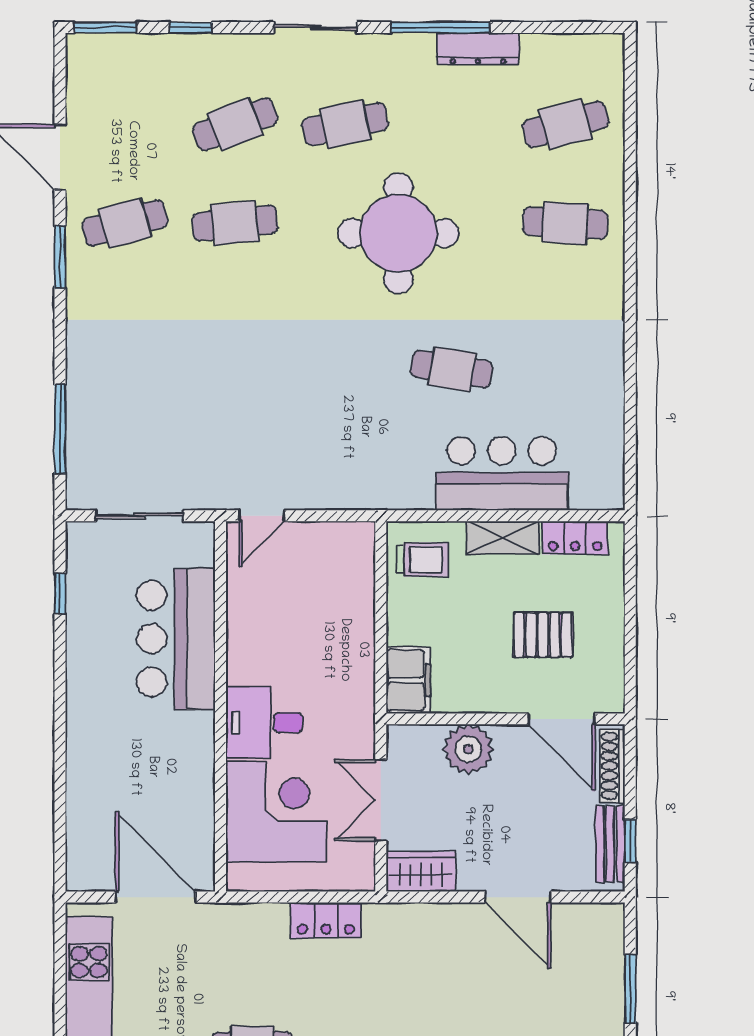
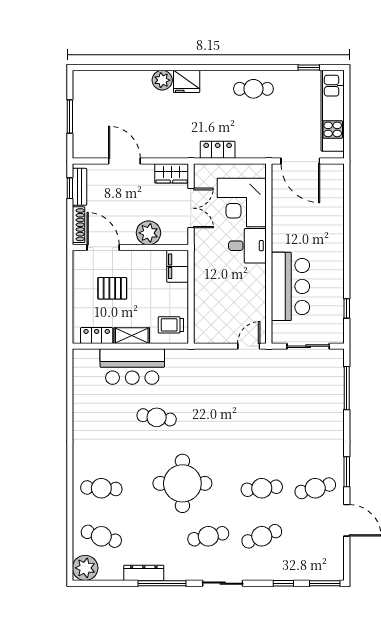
plant: (599, 59) -> (85, 568), added
cafe table: (565, 124) -> (101, 536), turned 33

